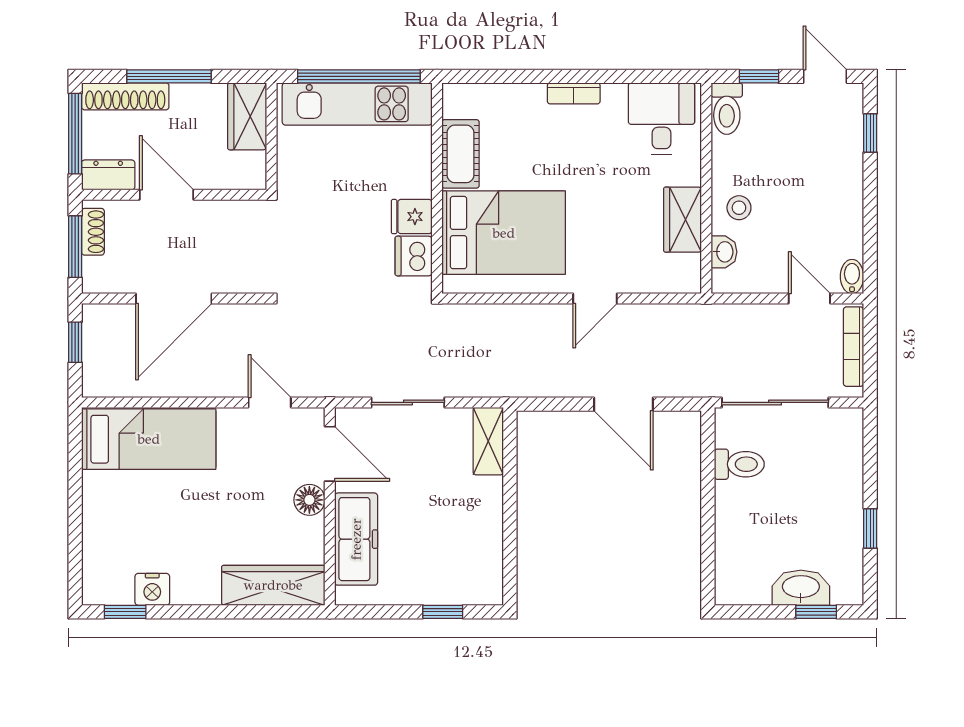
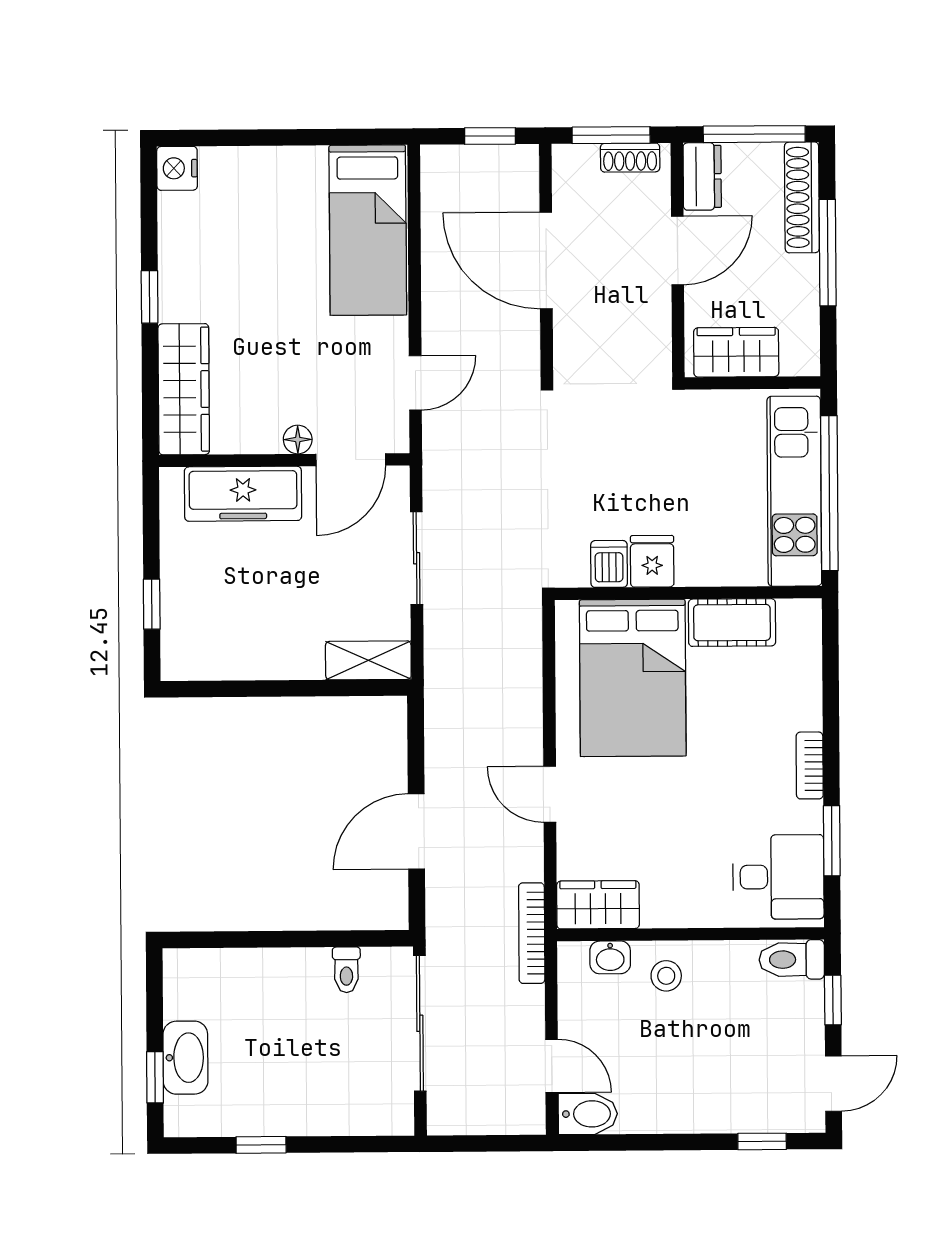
window: (633, 76) -> (832, 841), added
wardrobe: (247, 116) -> (736, 352), moved
wardrobe: (683, 220) -> (598, 905), moved
dishwasher: (414, 256) -> (609, 564), width x0.73
bidet: (852, 277) -> (588, 1114), width x1.38, depth x1.36
door: (809, 299) -> (552, 1066), hinge flipped
bookcase: (854, 347) -> (532, 933), moved, turned -90
toilet: (739, 464) -> (346, 970), width x0.73, depth x0.72
floor lamp: (309, 500) -> (298, 440), width x0.73, depth x0.73
nightstand: (152, 589) -> (177, 168), moved
window: (125, 612) -> (150, 297), moved

